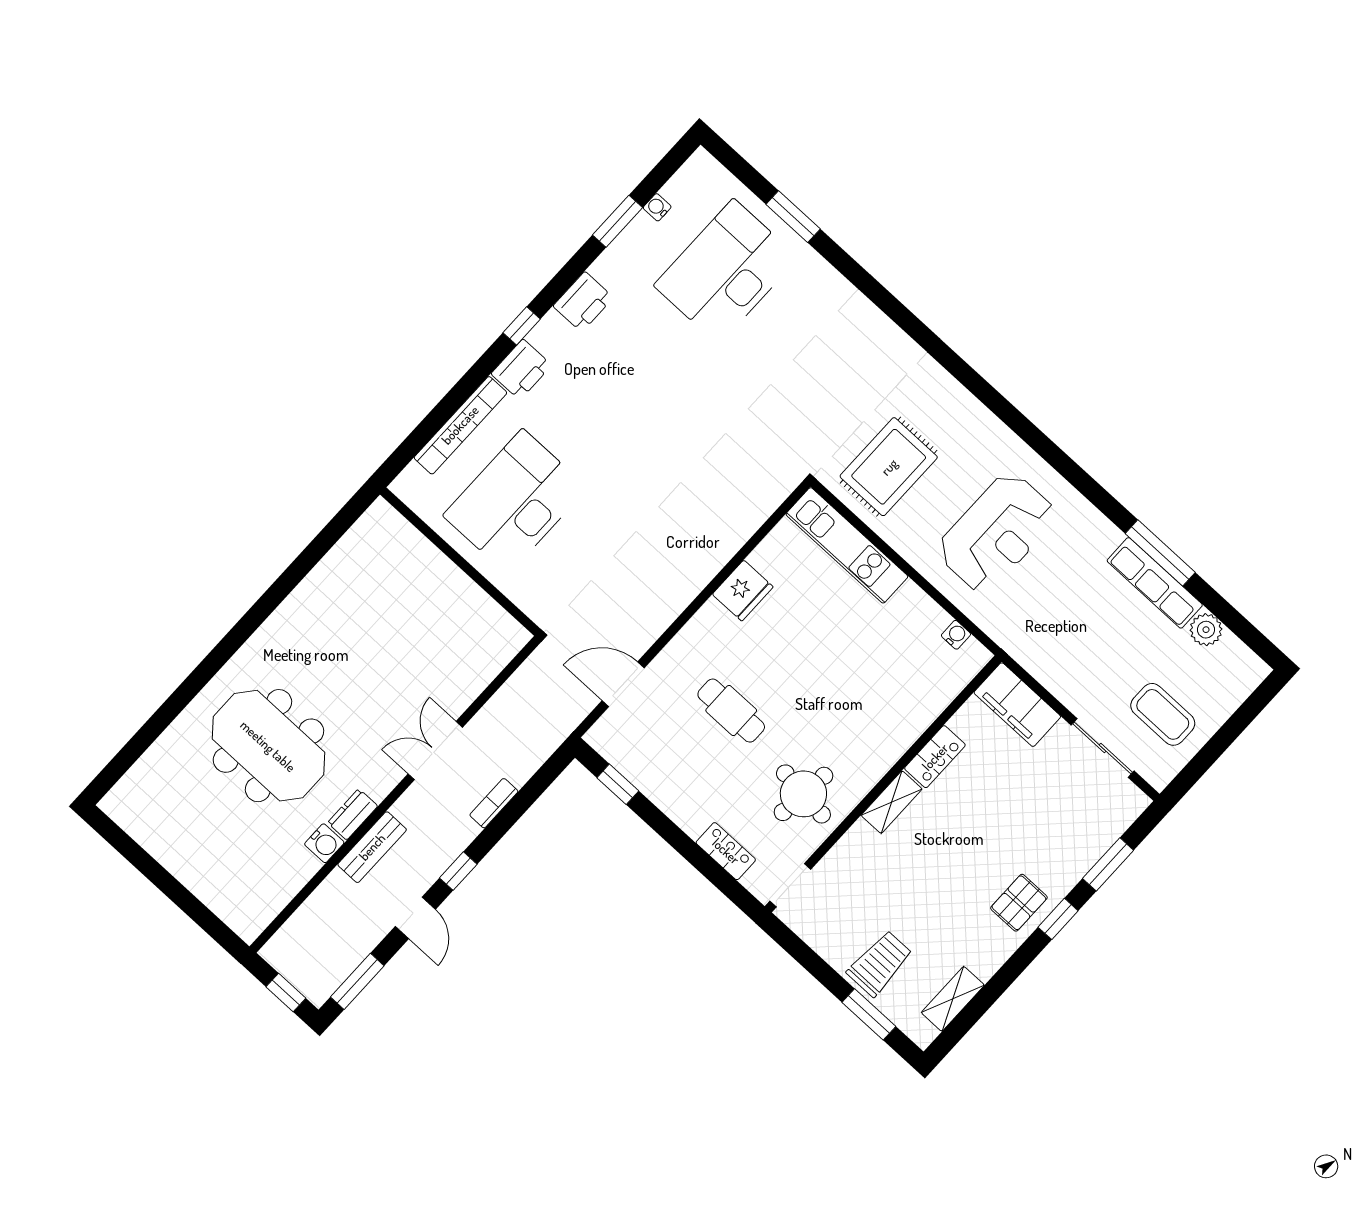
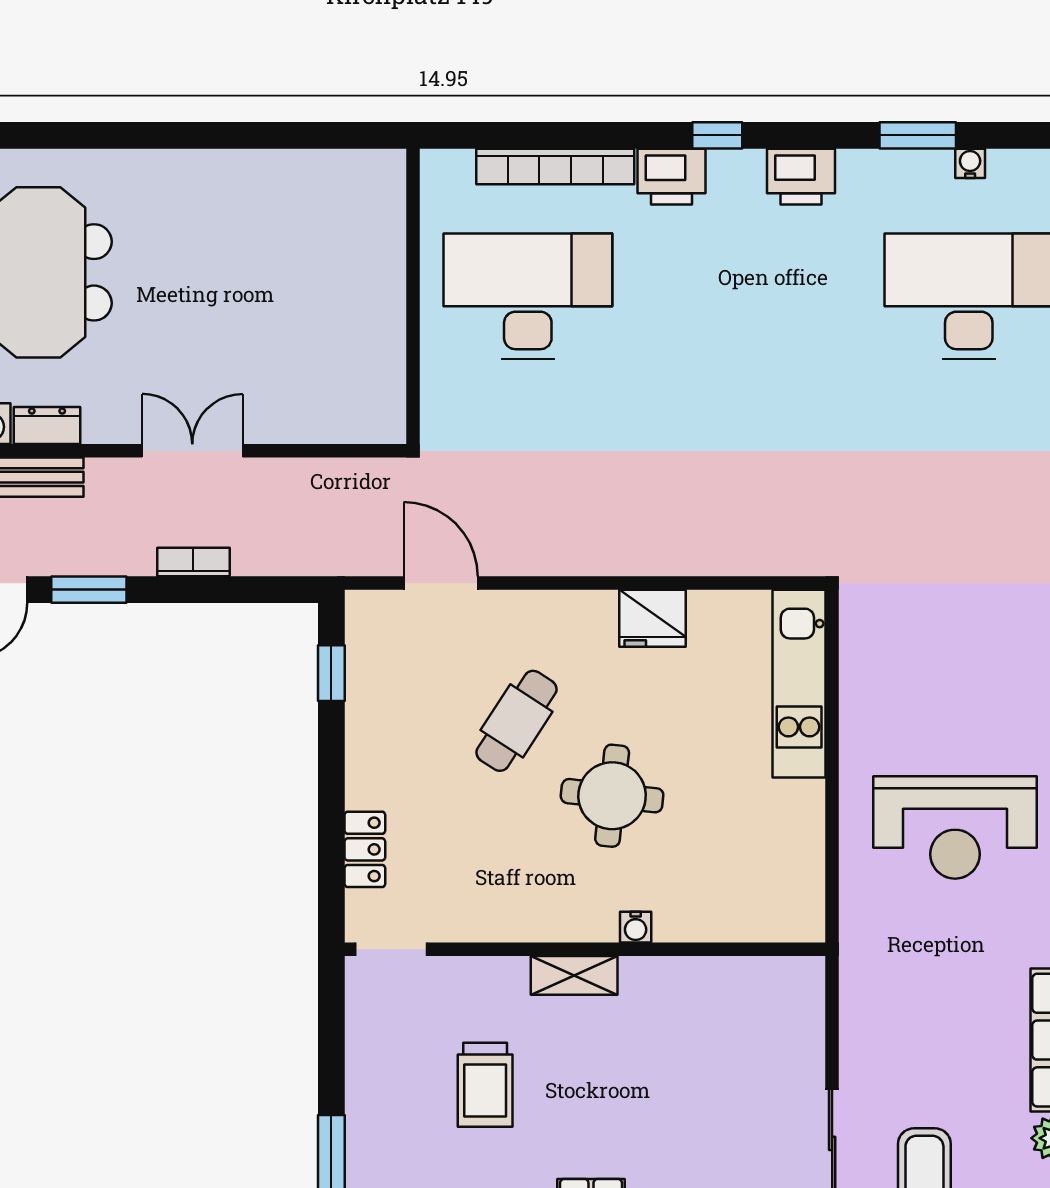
rug: (889, 467) -> (921, 652), removed
water cooler: (956, 635) -> (636, 927), moved, turned 90
filing cabinet: (1017, 705) -> (796, 1013), removed
cafe table: (731, 711) -> (517, 721), turned 33
locker: (935, 757) -> (663, 977), removed
round table: (803, 794) -> (612, 796), moved
window: (458, 871) -> (89, 590), width x1.50
trolley: (880, 963) -> (485, 1085), moved, turned 90

